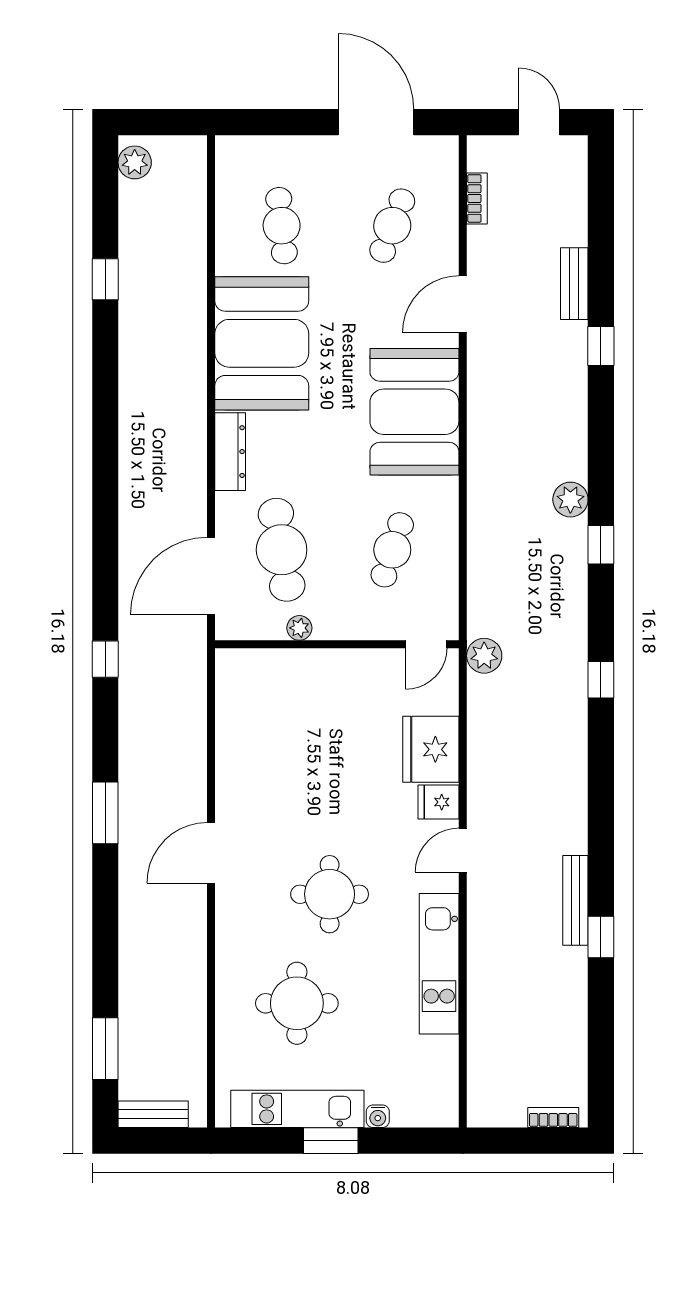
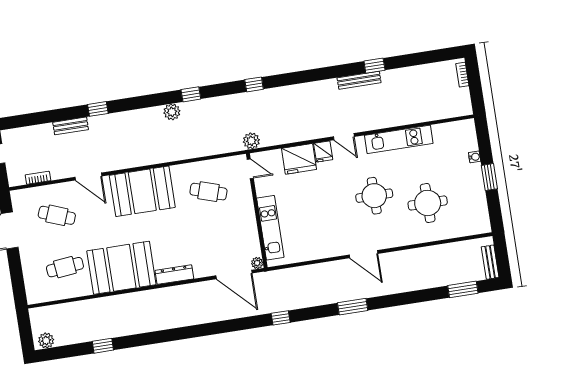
cafe table: (282, 550) -> (217, 243), removed
plant: (299, 628) -> (257, 263), moved
kitchen unit: (297, 1109) -> (270, 228), moved, turned 180

